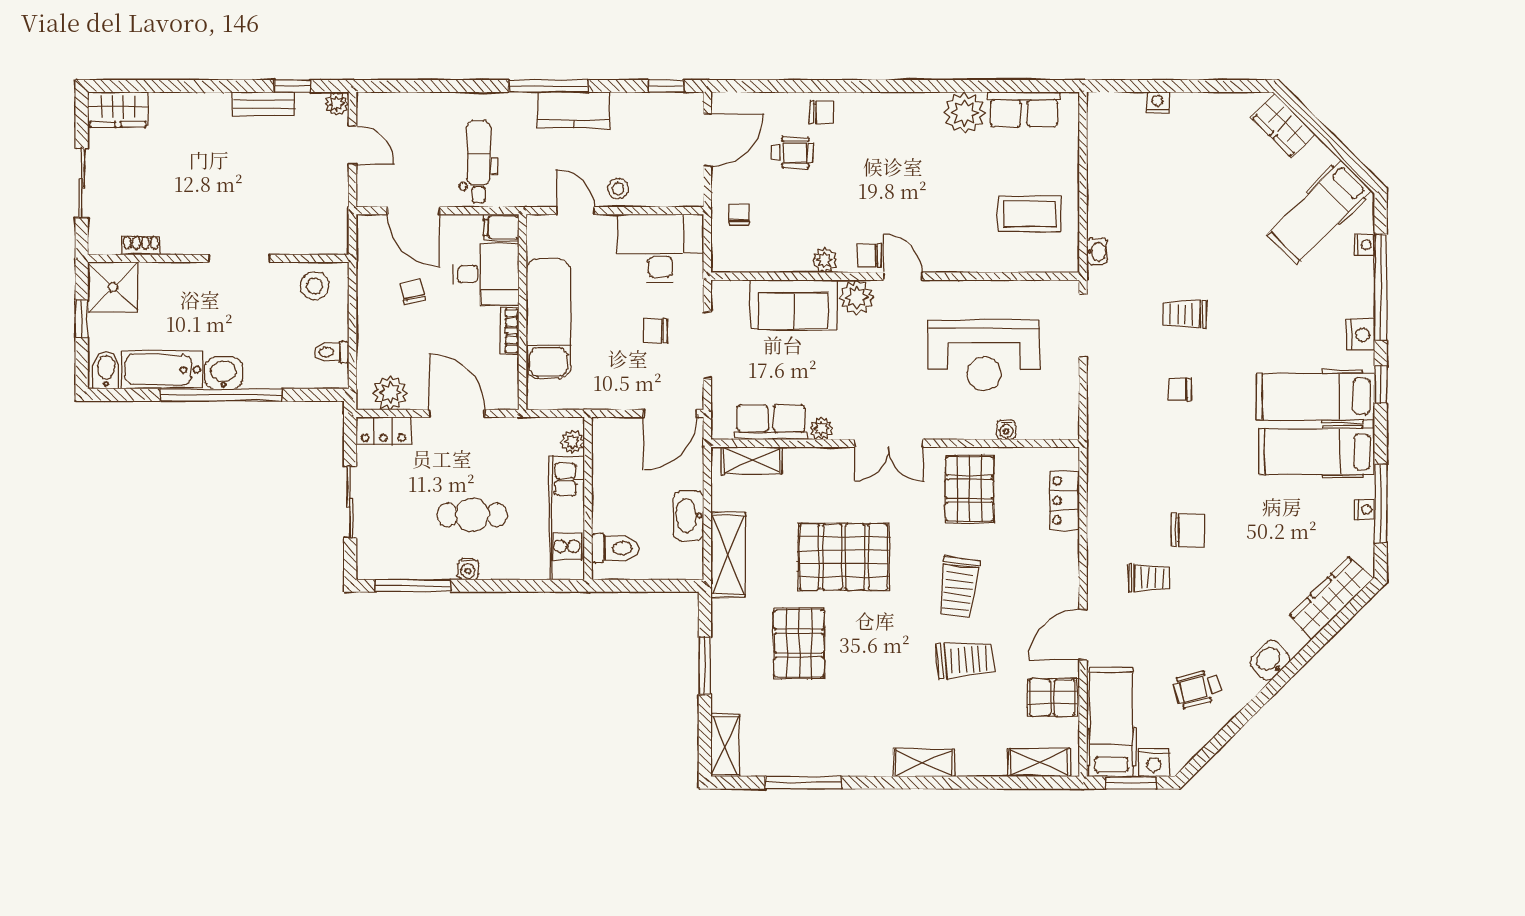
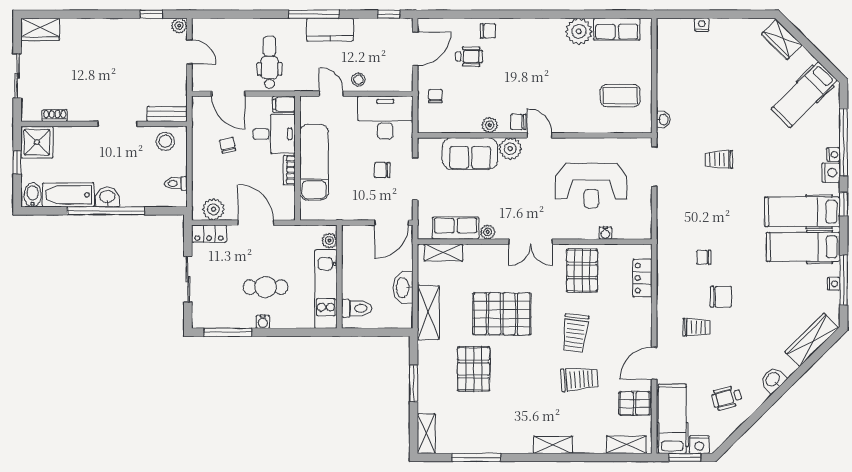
bench: (264, 104) -> (167, 114), moved
nightstand: (1364, 245) -> (833, 155), moved
chair: (1180, 389) -> (704, 257), moved

